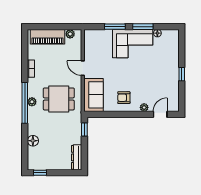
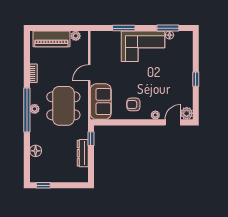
window: (143, 27) -> (168, 28), moved
door: (83, 68) -> (89, 73), hinge flipped
dining table: (59, 99) -> (63, 106), width x1.37
plant: (173, 106) -> (187, 113), added
dresser: (77, 157) -> (83, 153), moved

